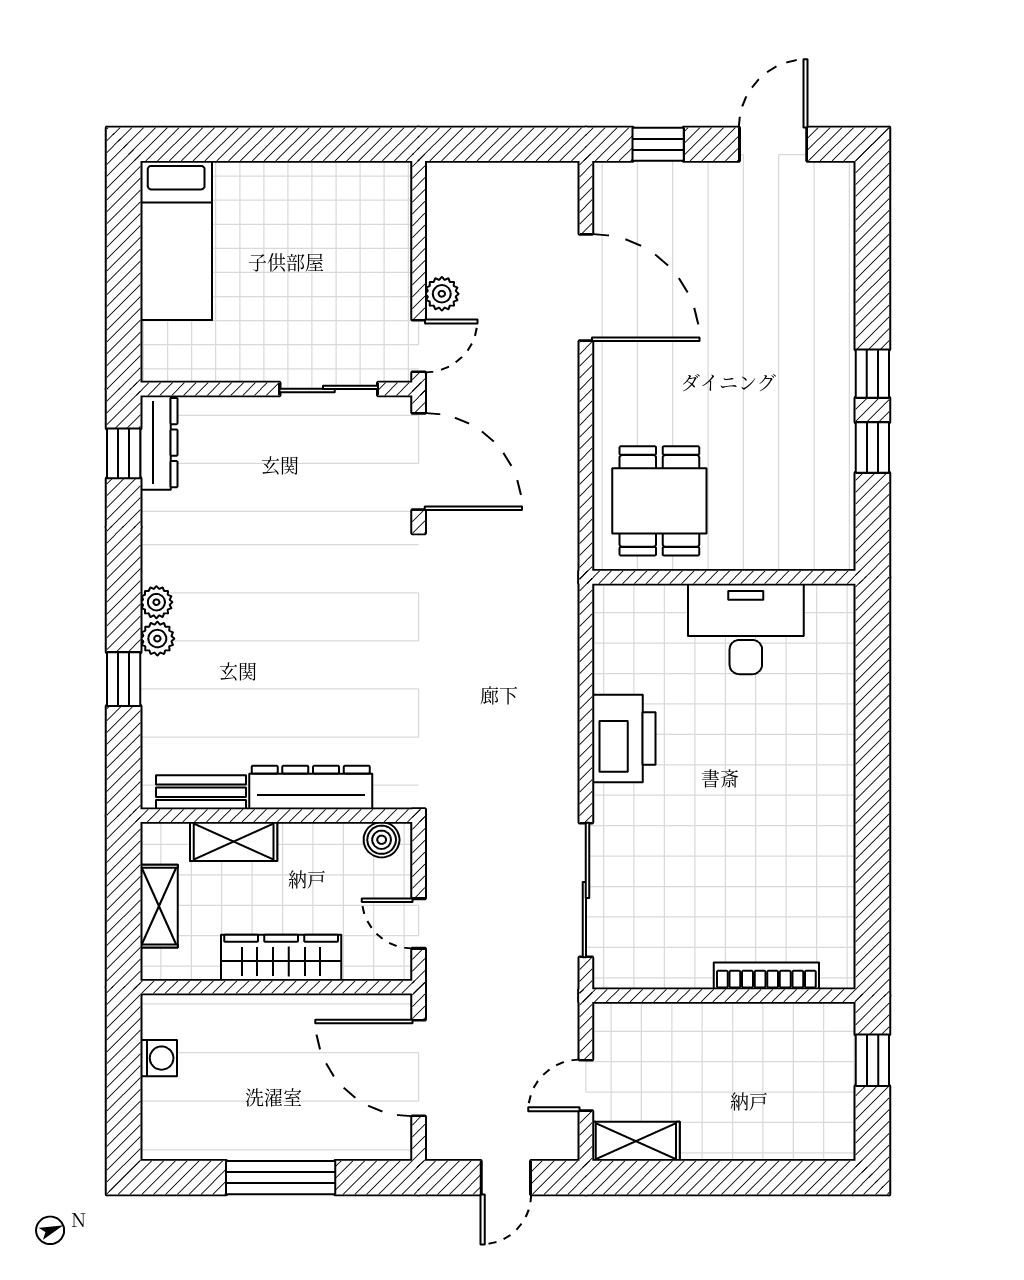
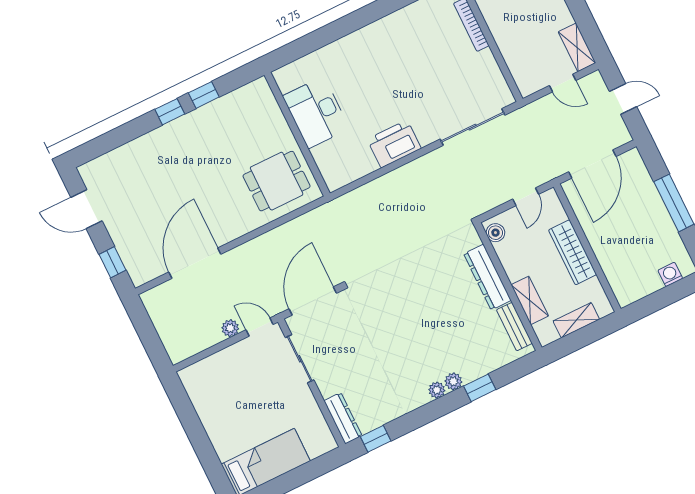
dresser: (159, 443) -> (343, 418), moved, turned 90
washing machine: (159, 1058) -> (670, 274), moved

